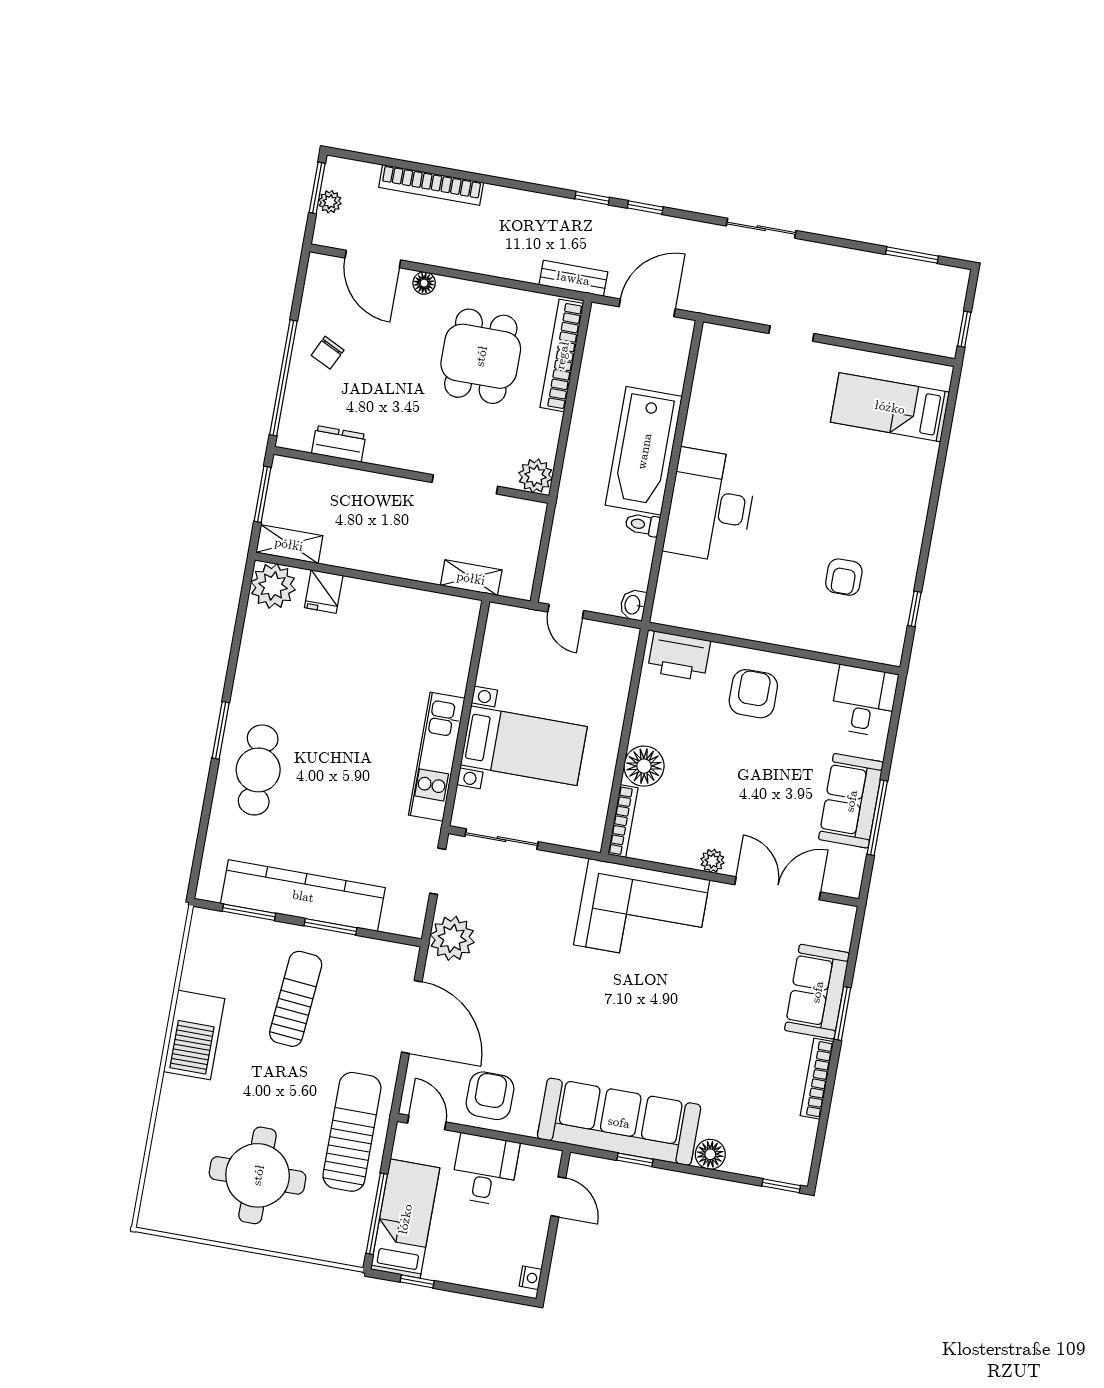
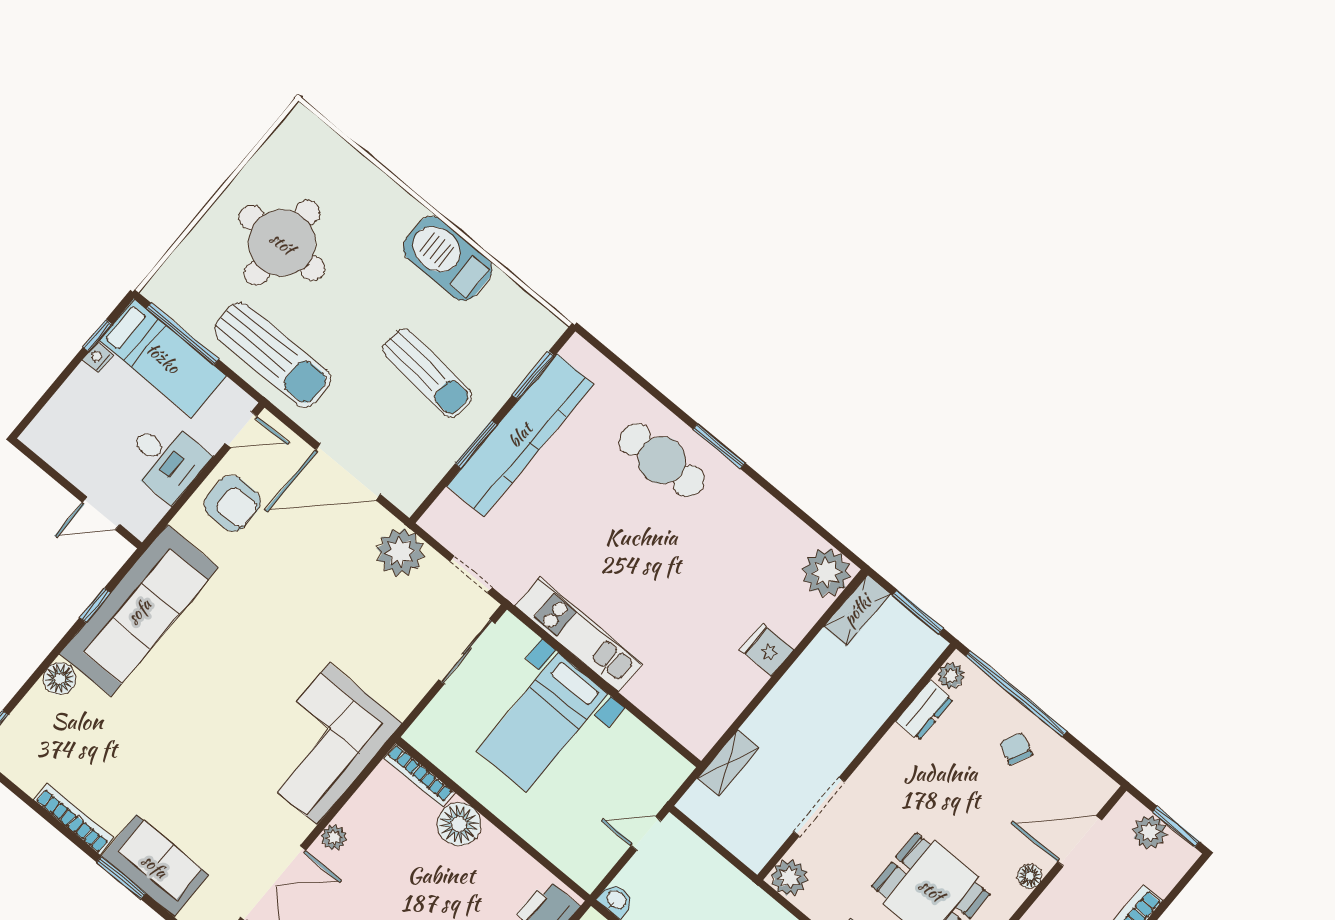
plant: (330, 202) -> (1150, 832), width x1.38, depth x1.38
plant: (299, 438) -> (951, 676), added
fridge: (324, 591) -> (767, 650), moved
nightstand: (530, 1278) -> (98, 358), moved, turned 90

